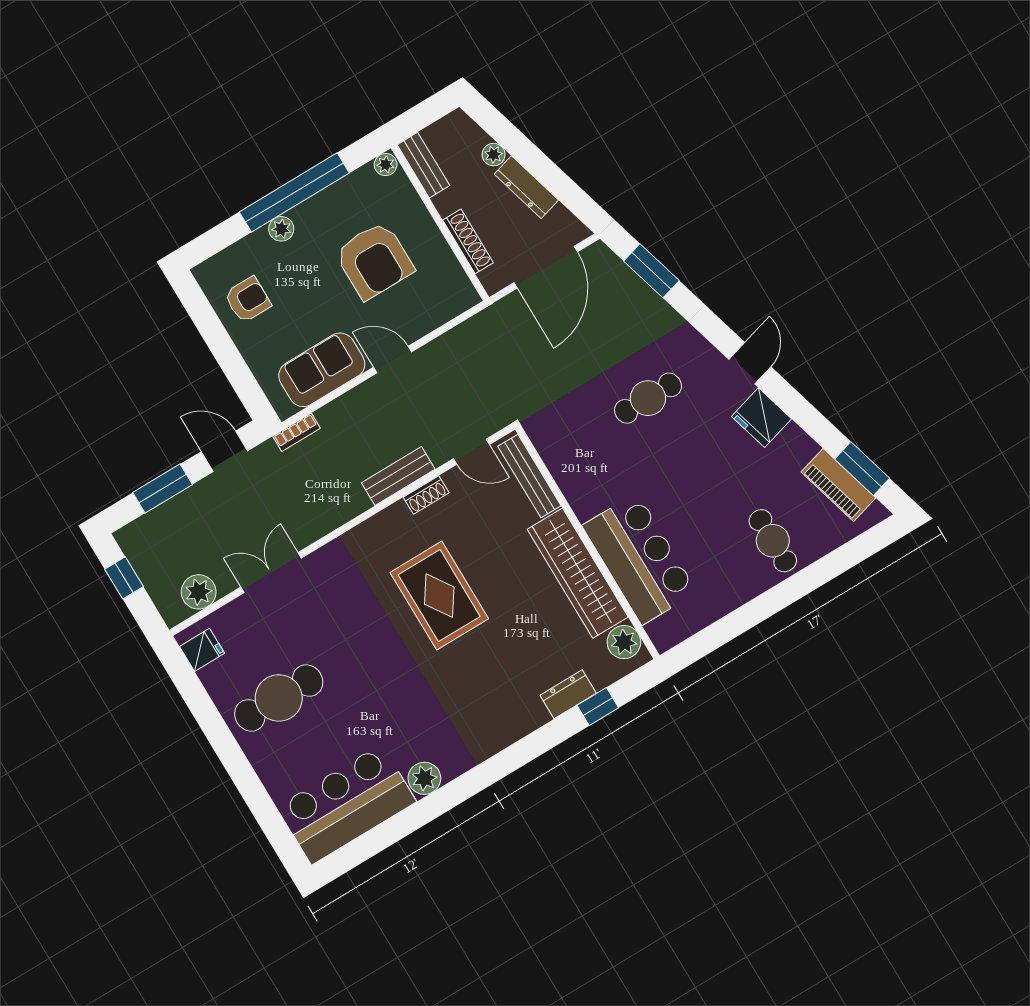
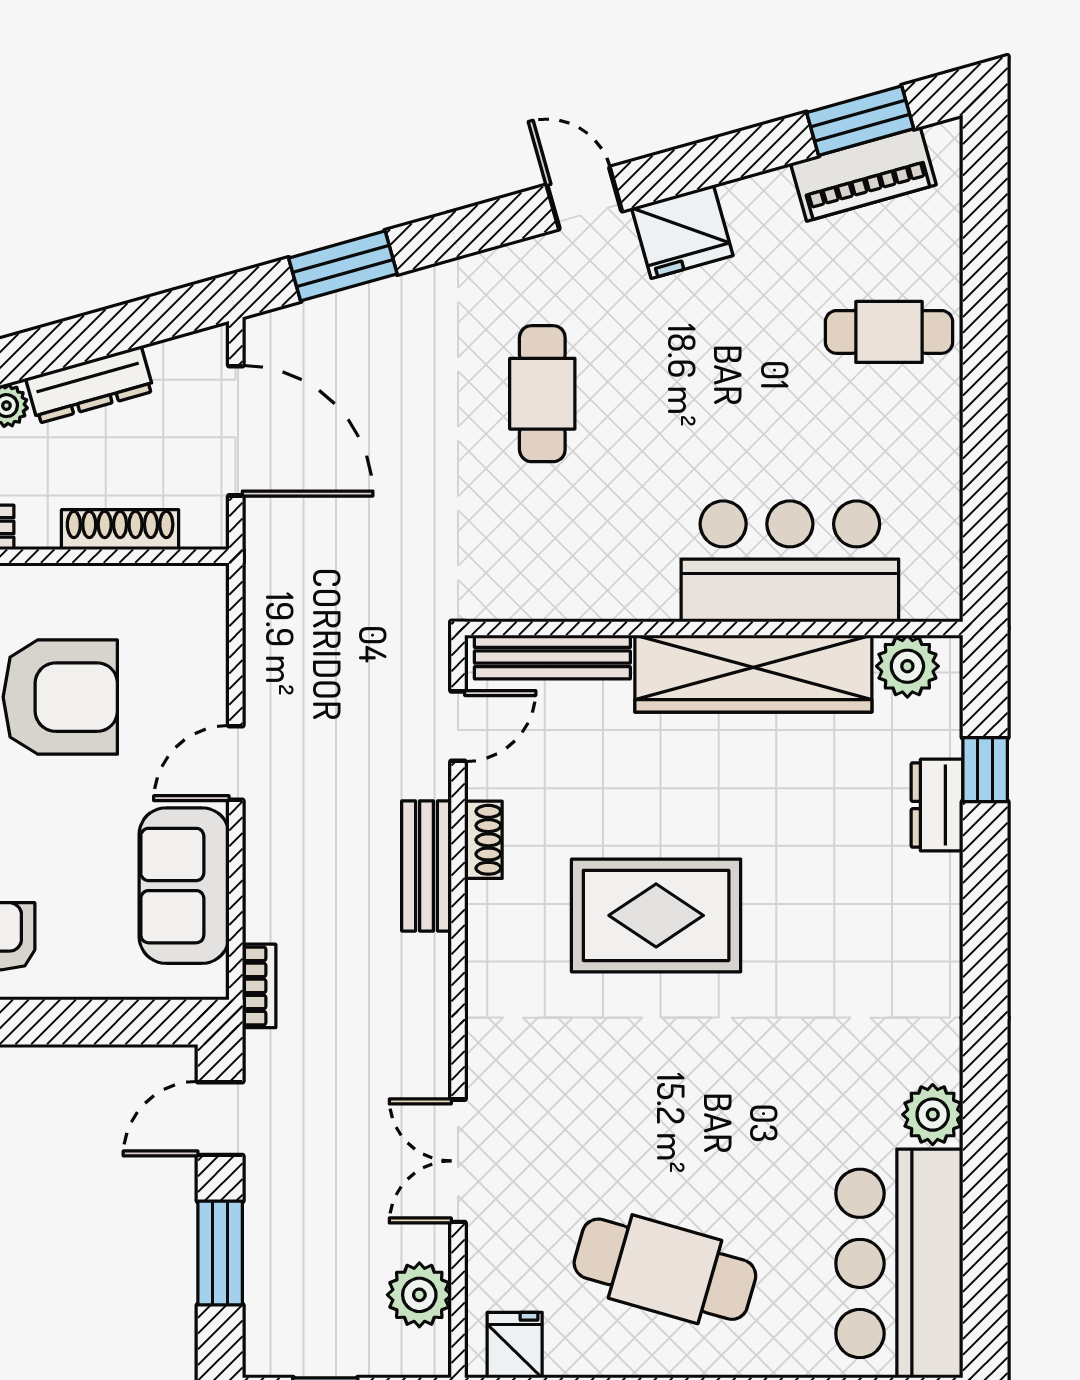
cafe table: (279, 698) -> (665, 1269), turned -74

